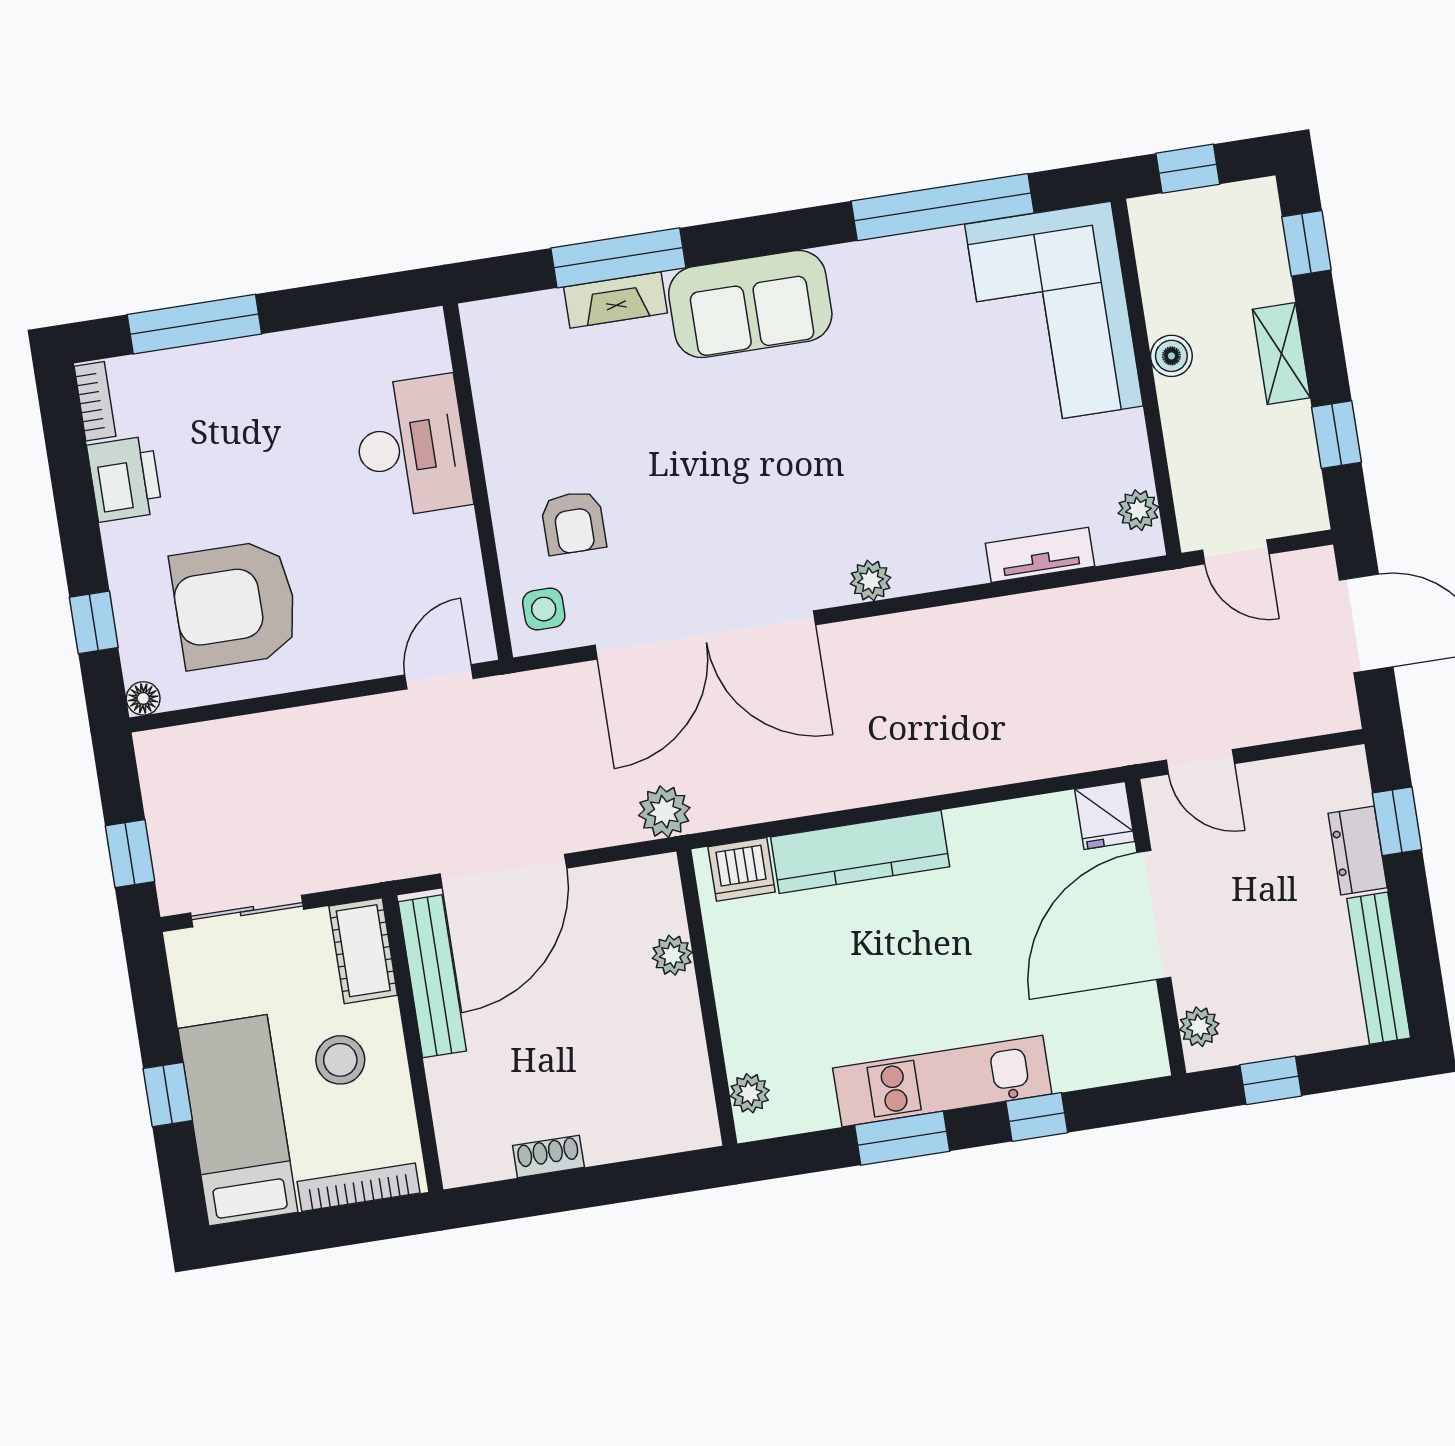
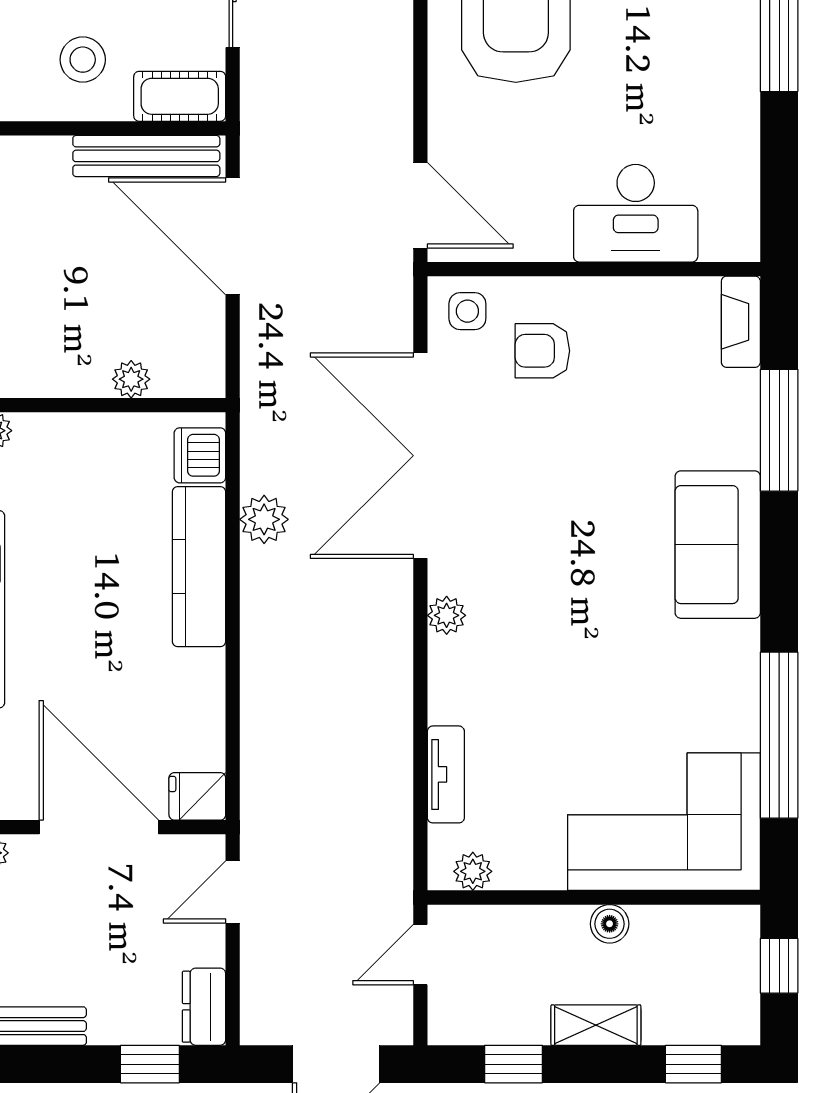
fireplace: (616, 300) -> (741, 322), moved
door: (439, 677) -> (420, 205), width x1.38
plant: (664, 812) -> (264, 519), moved
dresser: (1358, 851) -> (204, 1007), moved, turned -90

